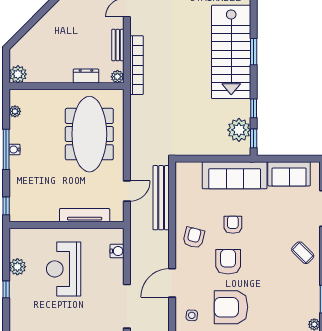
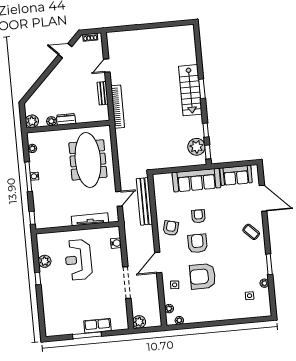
stairs: (231, 52) -> (190, 90), width x0.73, depth x0.66
dresser: (86, 76) -> (66, 119), moved
plant: (117, 77) -> (51, 121), moved

